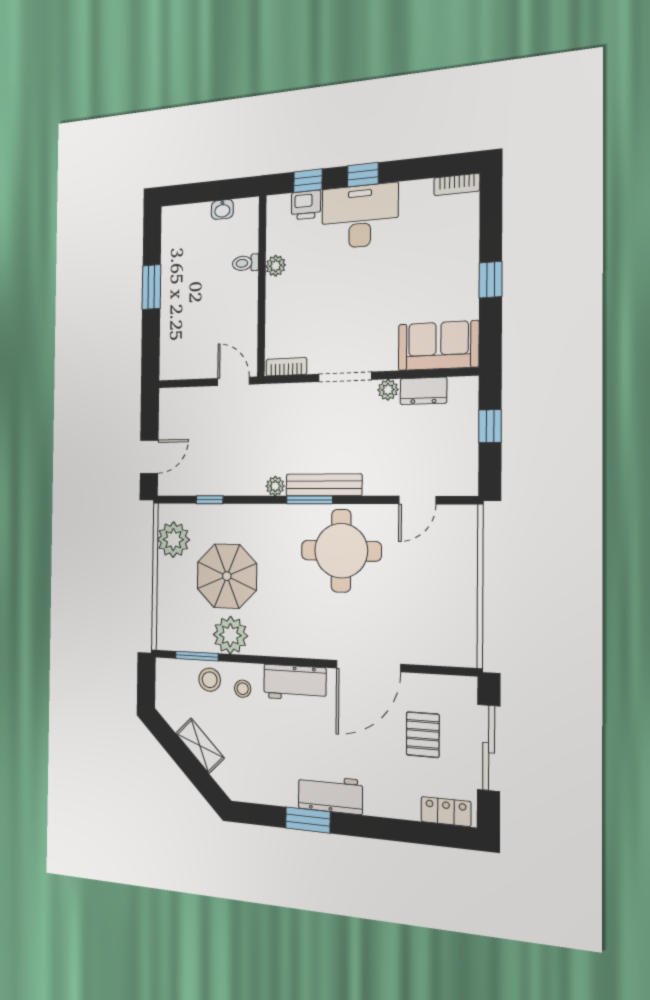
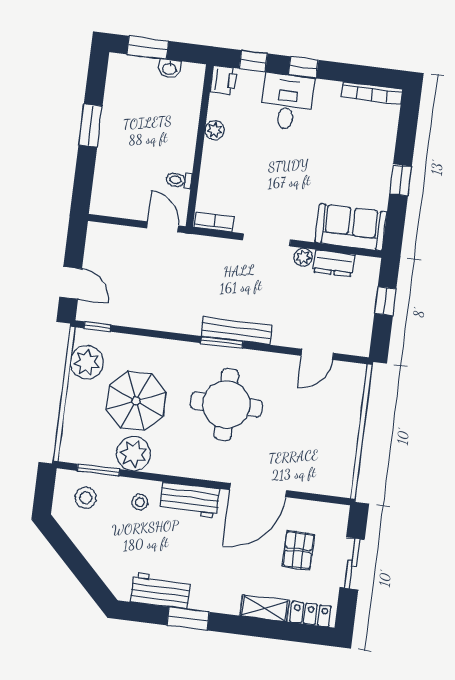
bookcase: (457, 184) -> (372, 93), width x1.56
window: (198, 193) -> (148, 48), added
printer: (306, 205) -> (224, 80), moved, turned -90
desk: (360, 216) -> (287, 102), width x0.73
toilet: (246, 263) -> (179, 180), moved
door: (149, 457) -> (71, 283), hinge flipped
plant: (275, 486) -> (192, 326), removed
window: (210, 500) -> (98, 327), moved
round table: (341, 551) -> (226, 405), moved
stool: (210, 680) -> (86, 498), moved
shelving: (200, 746) -> (265, 608), moved, turned -45
sliding door: (489, 748) -> (352, 563), width x0.73
workbench: (330, 794) -> (160, 591), moved

